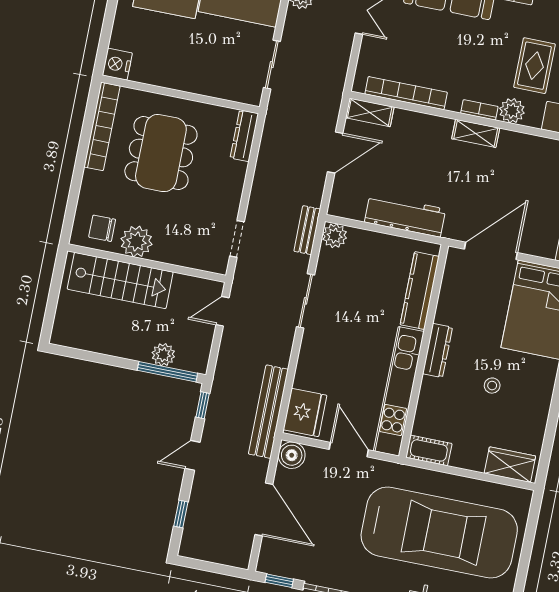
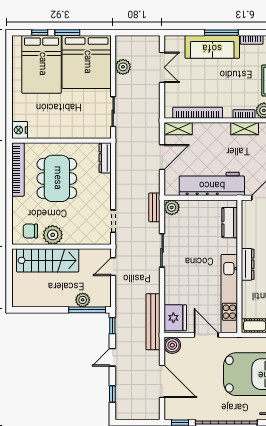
workbench: (405, 216) -> (212, 184), width x1.36, depth x1.32
kitchen counter: (420, 291) -> (230, 223), width x0.67

